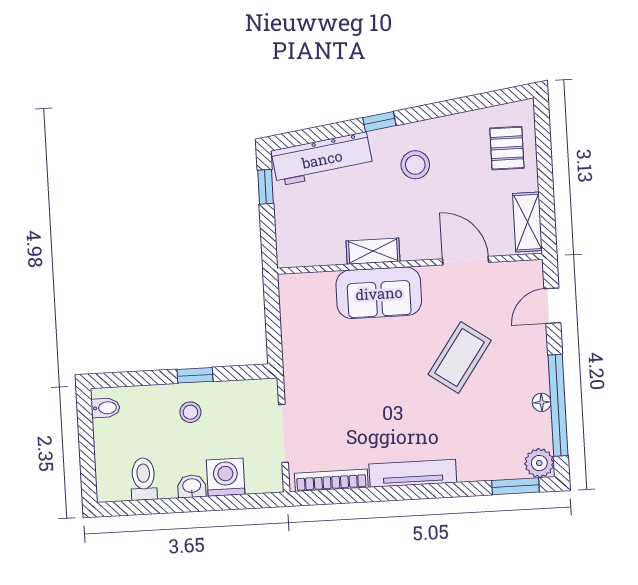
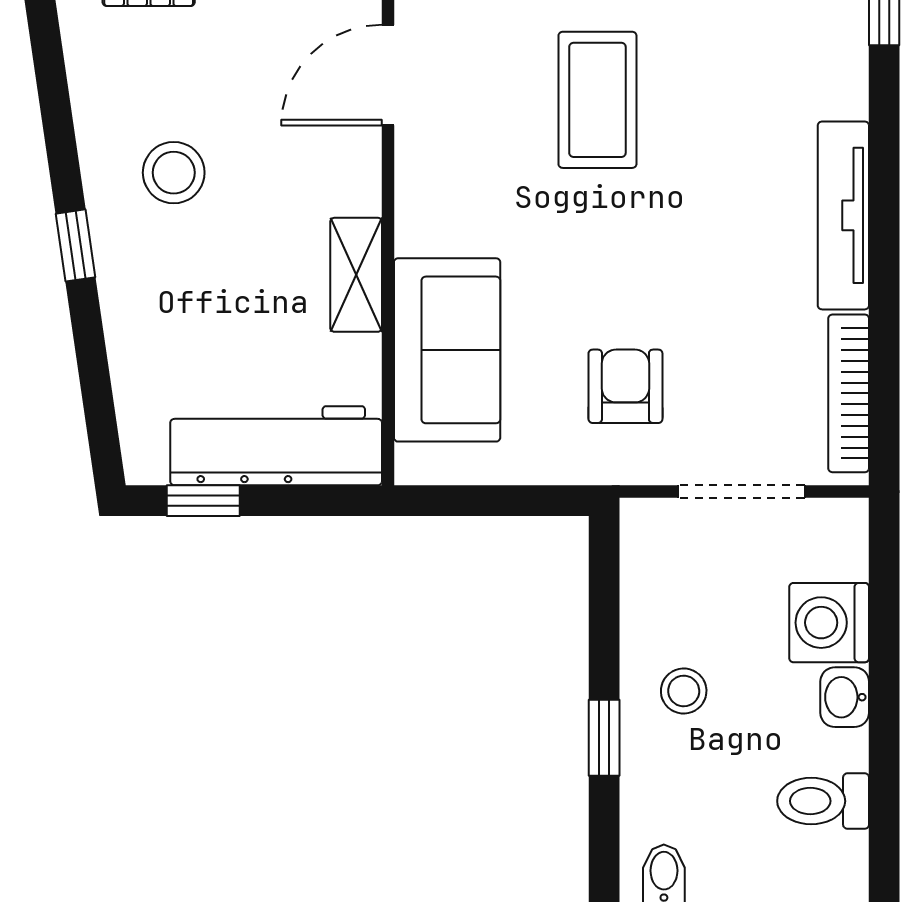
workbench: (322, 159) -> (276, 446), moved, turned -82
sofa: (379, 293) -> (447, 350), moved
coffee table: (460, 357) -> (597, 100), turned 55
window: (195, 375) -> (604, 738), moved
armchair: (329, 378) -> (625, 386), added

